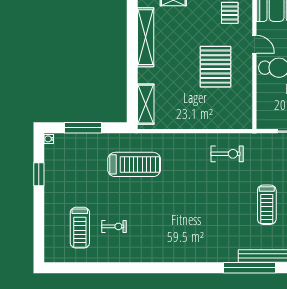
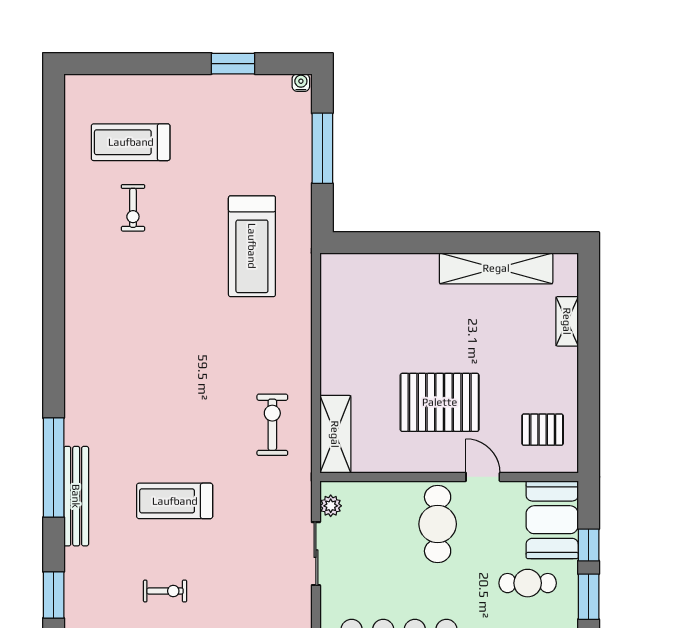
door: (254, 44) -> (483, 477), swing flipped
shelving: (146, 104) -> (335, 434), moved, turned 90
plant: (269, 123) -> (331, 506), added
exercise bike: (227, 154) -> (272, 425), turned 180

